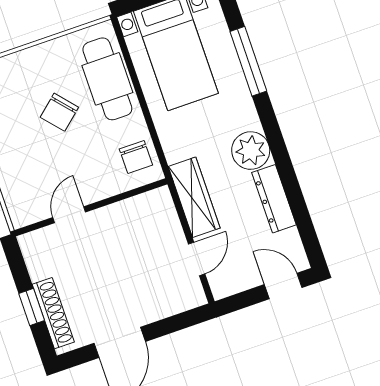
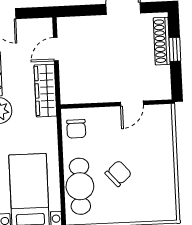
chair: (136, 157) -> (76, 129), turned 180

